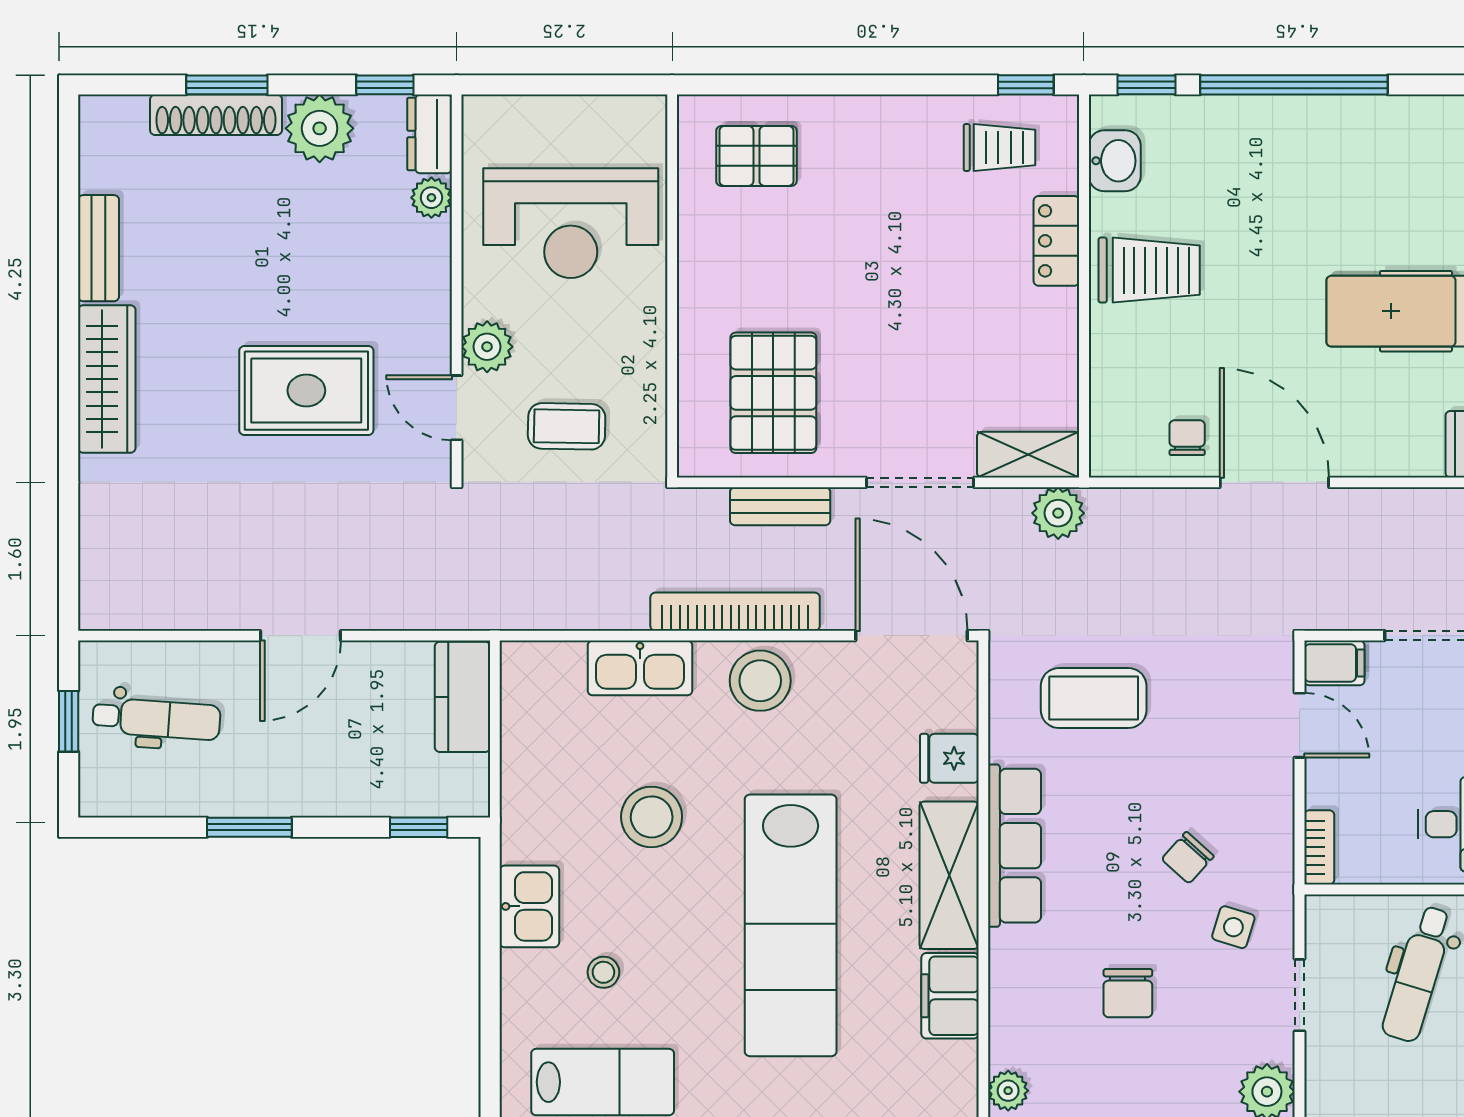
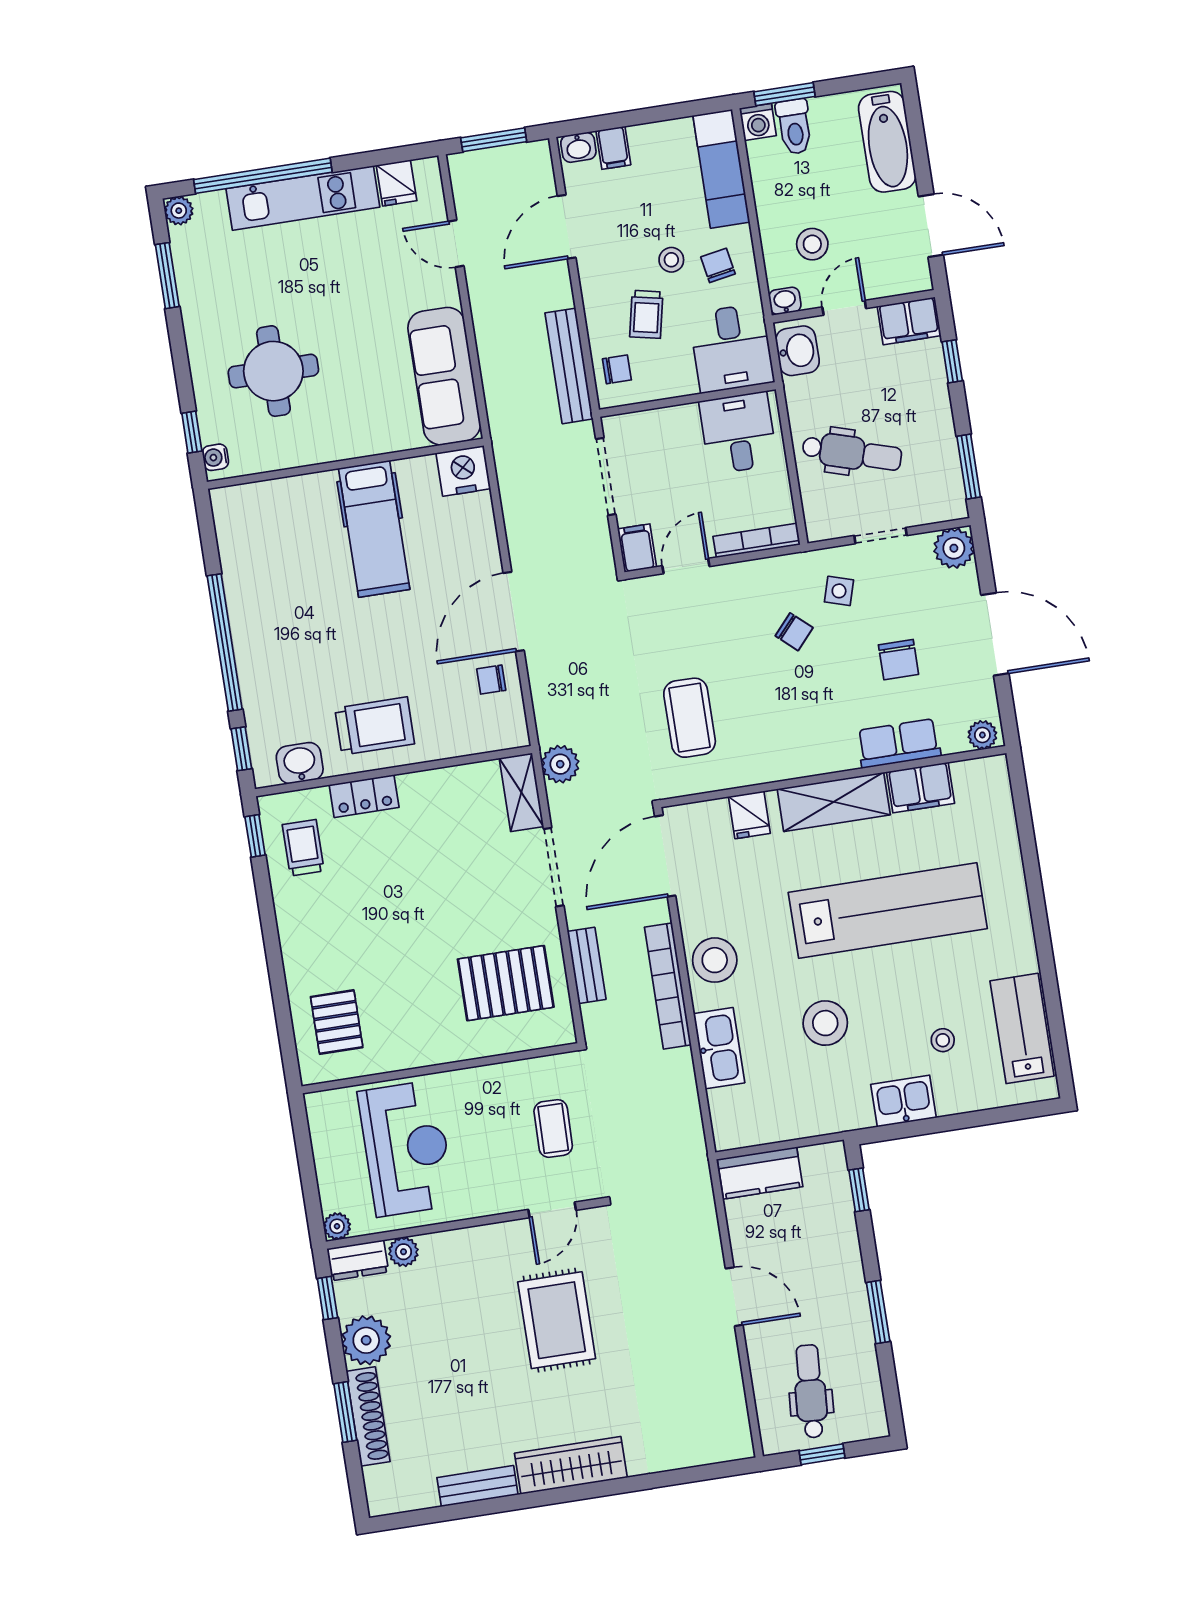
trolley: (1149, 270) -> (375, 726), turned 90
plant: (487, 347) -> (337, 1226), moved, width x0.73, depth x0.73
row of seats: (1015, 846) -> (899, 743), moved, width x0.68
bookcase: (1319, 847) -> (757, 540), width x1.56
chair: (1128, 993) -> (899, 660), turned 90

